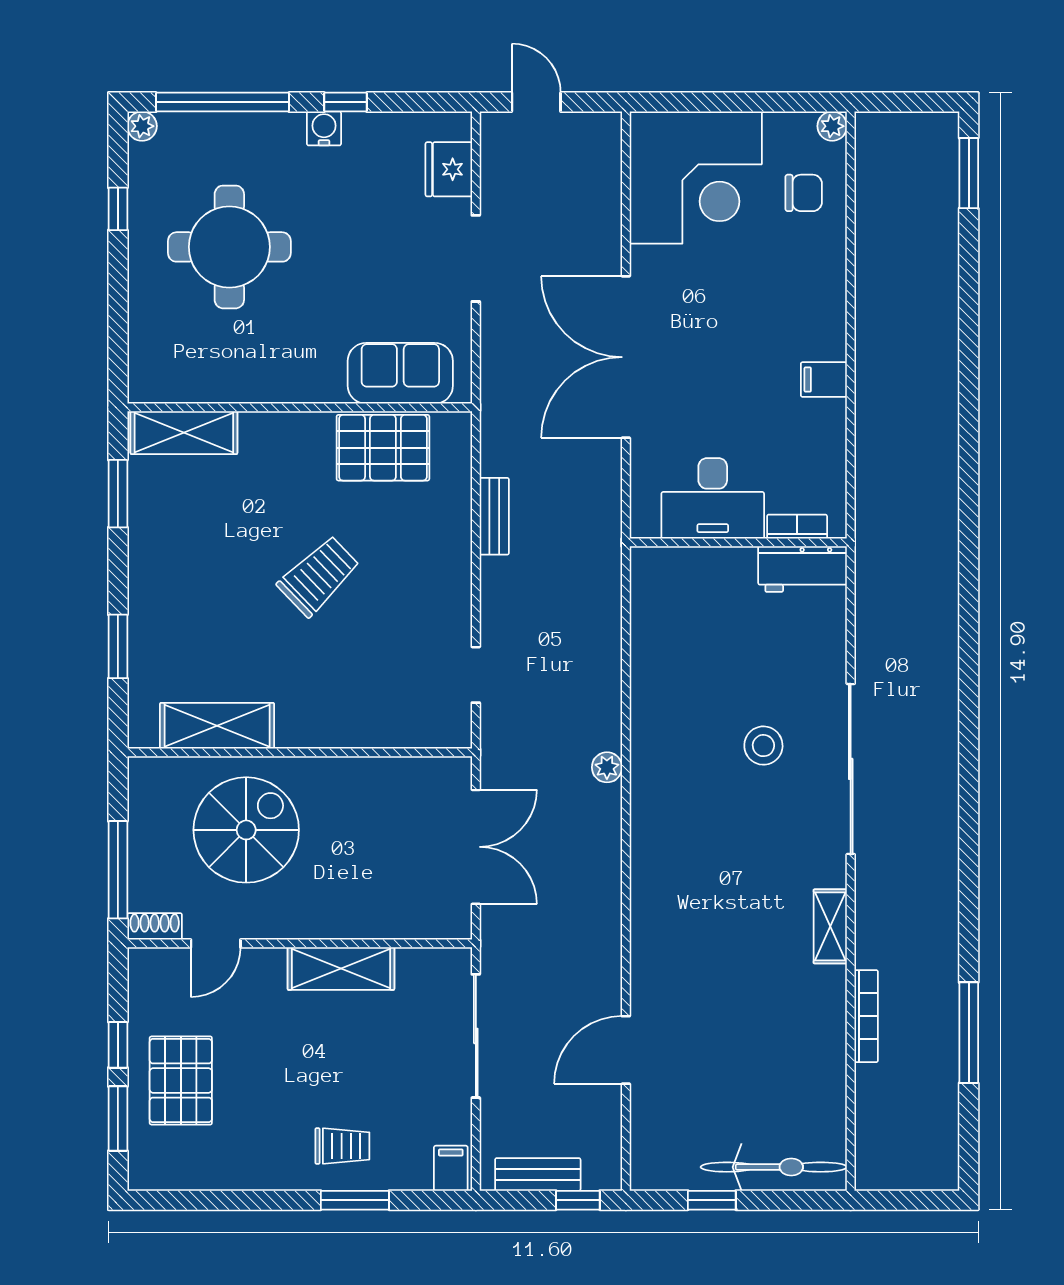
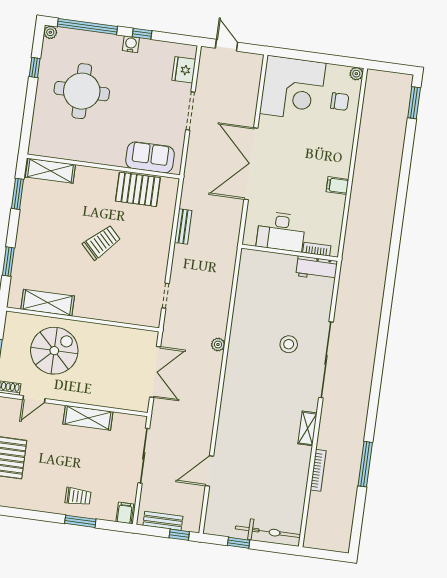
window: (969, 1033) -> (365, 464), moved

